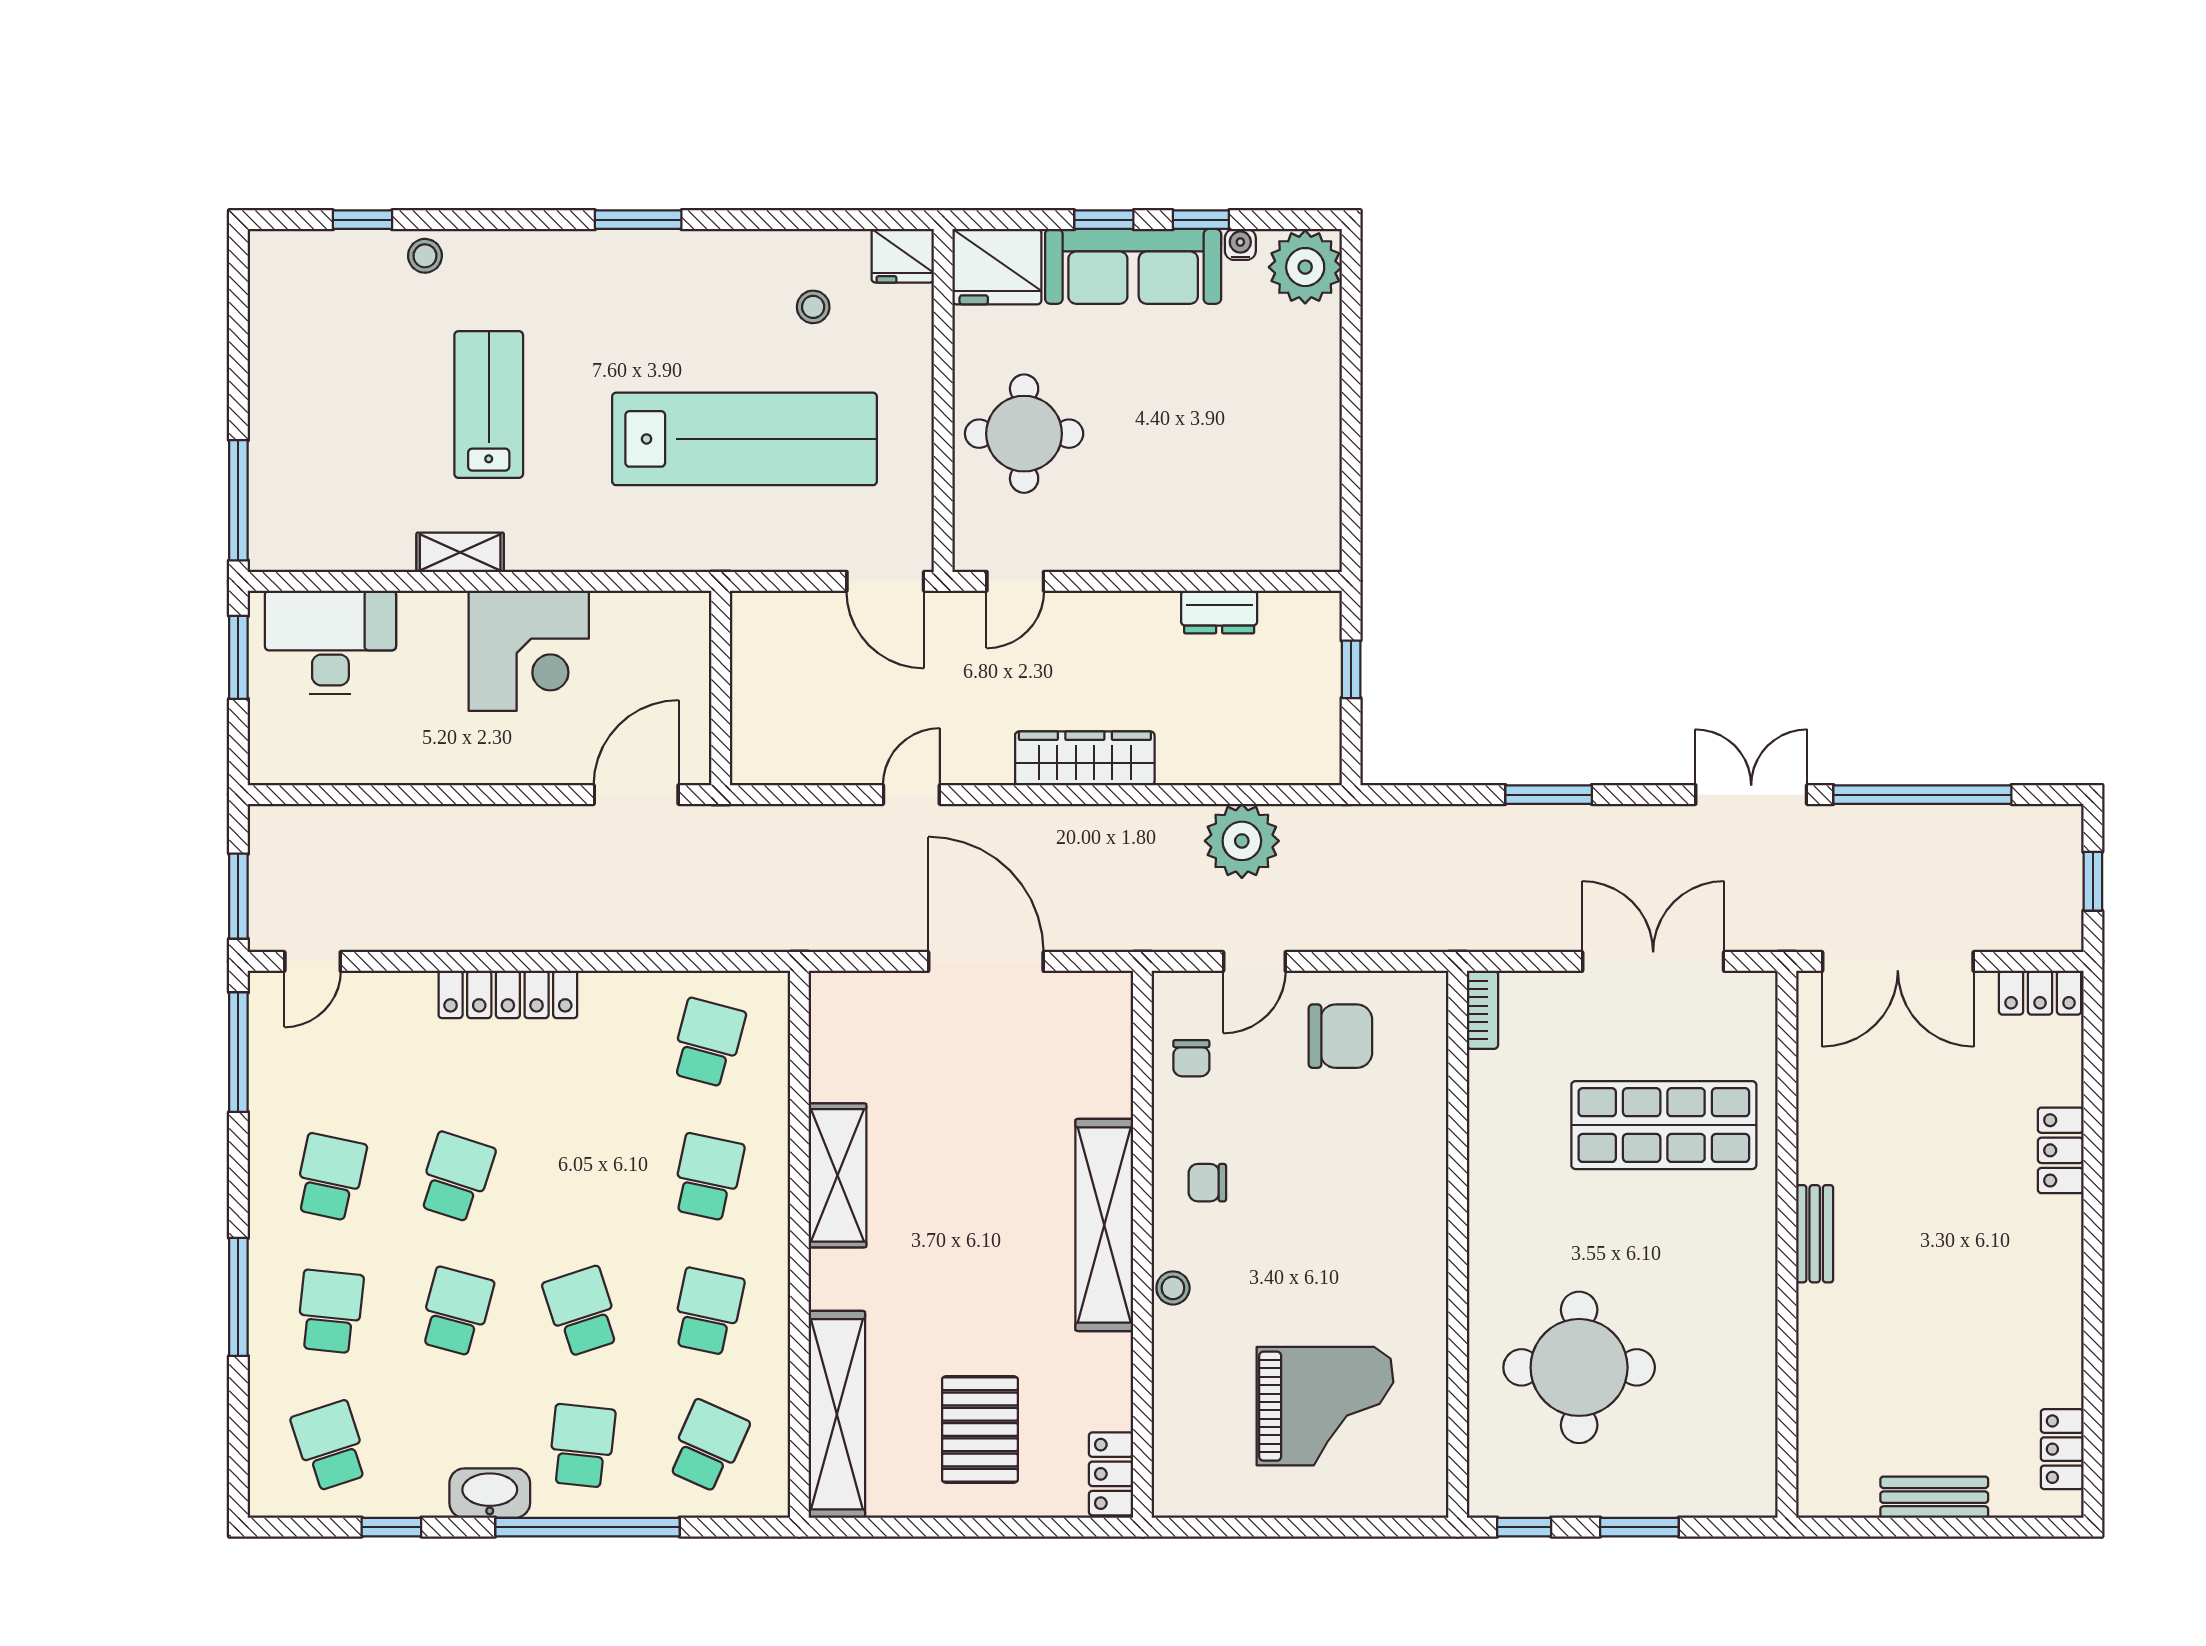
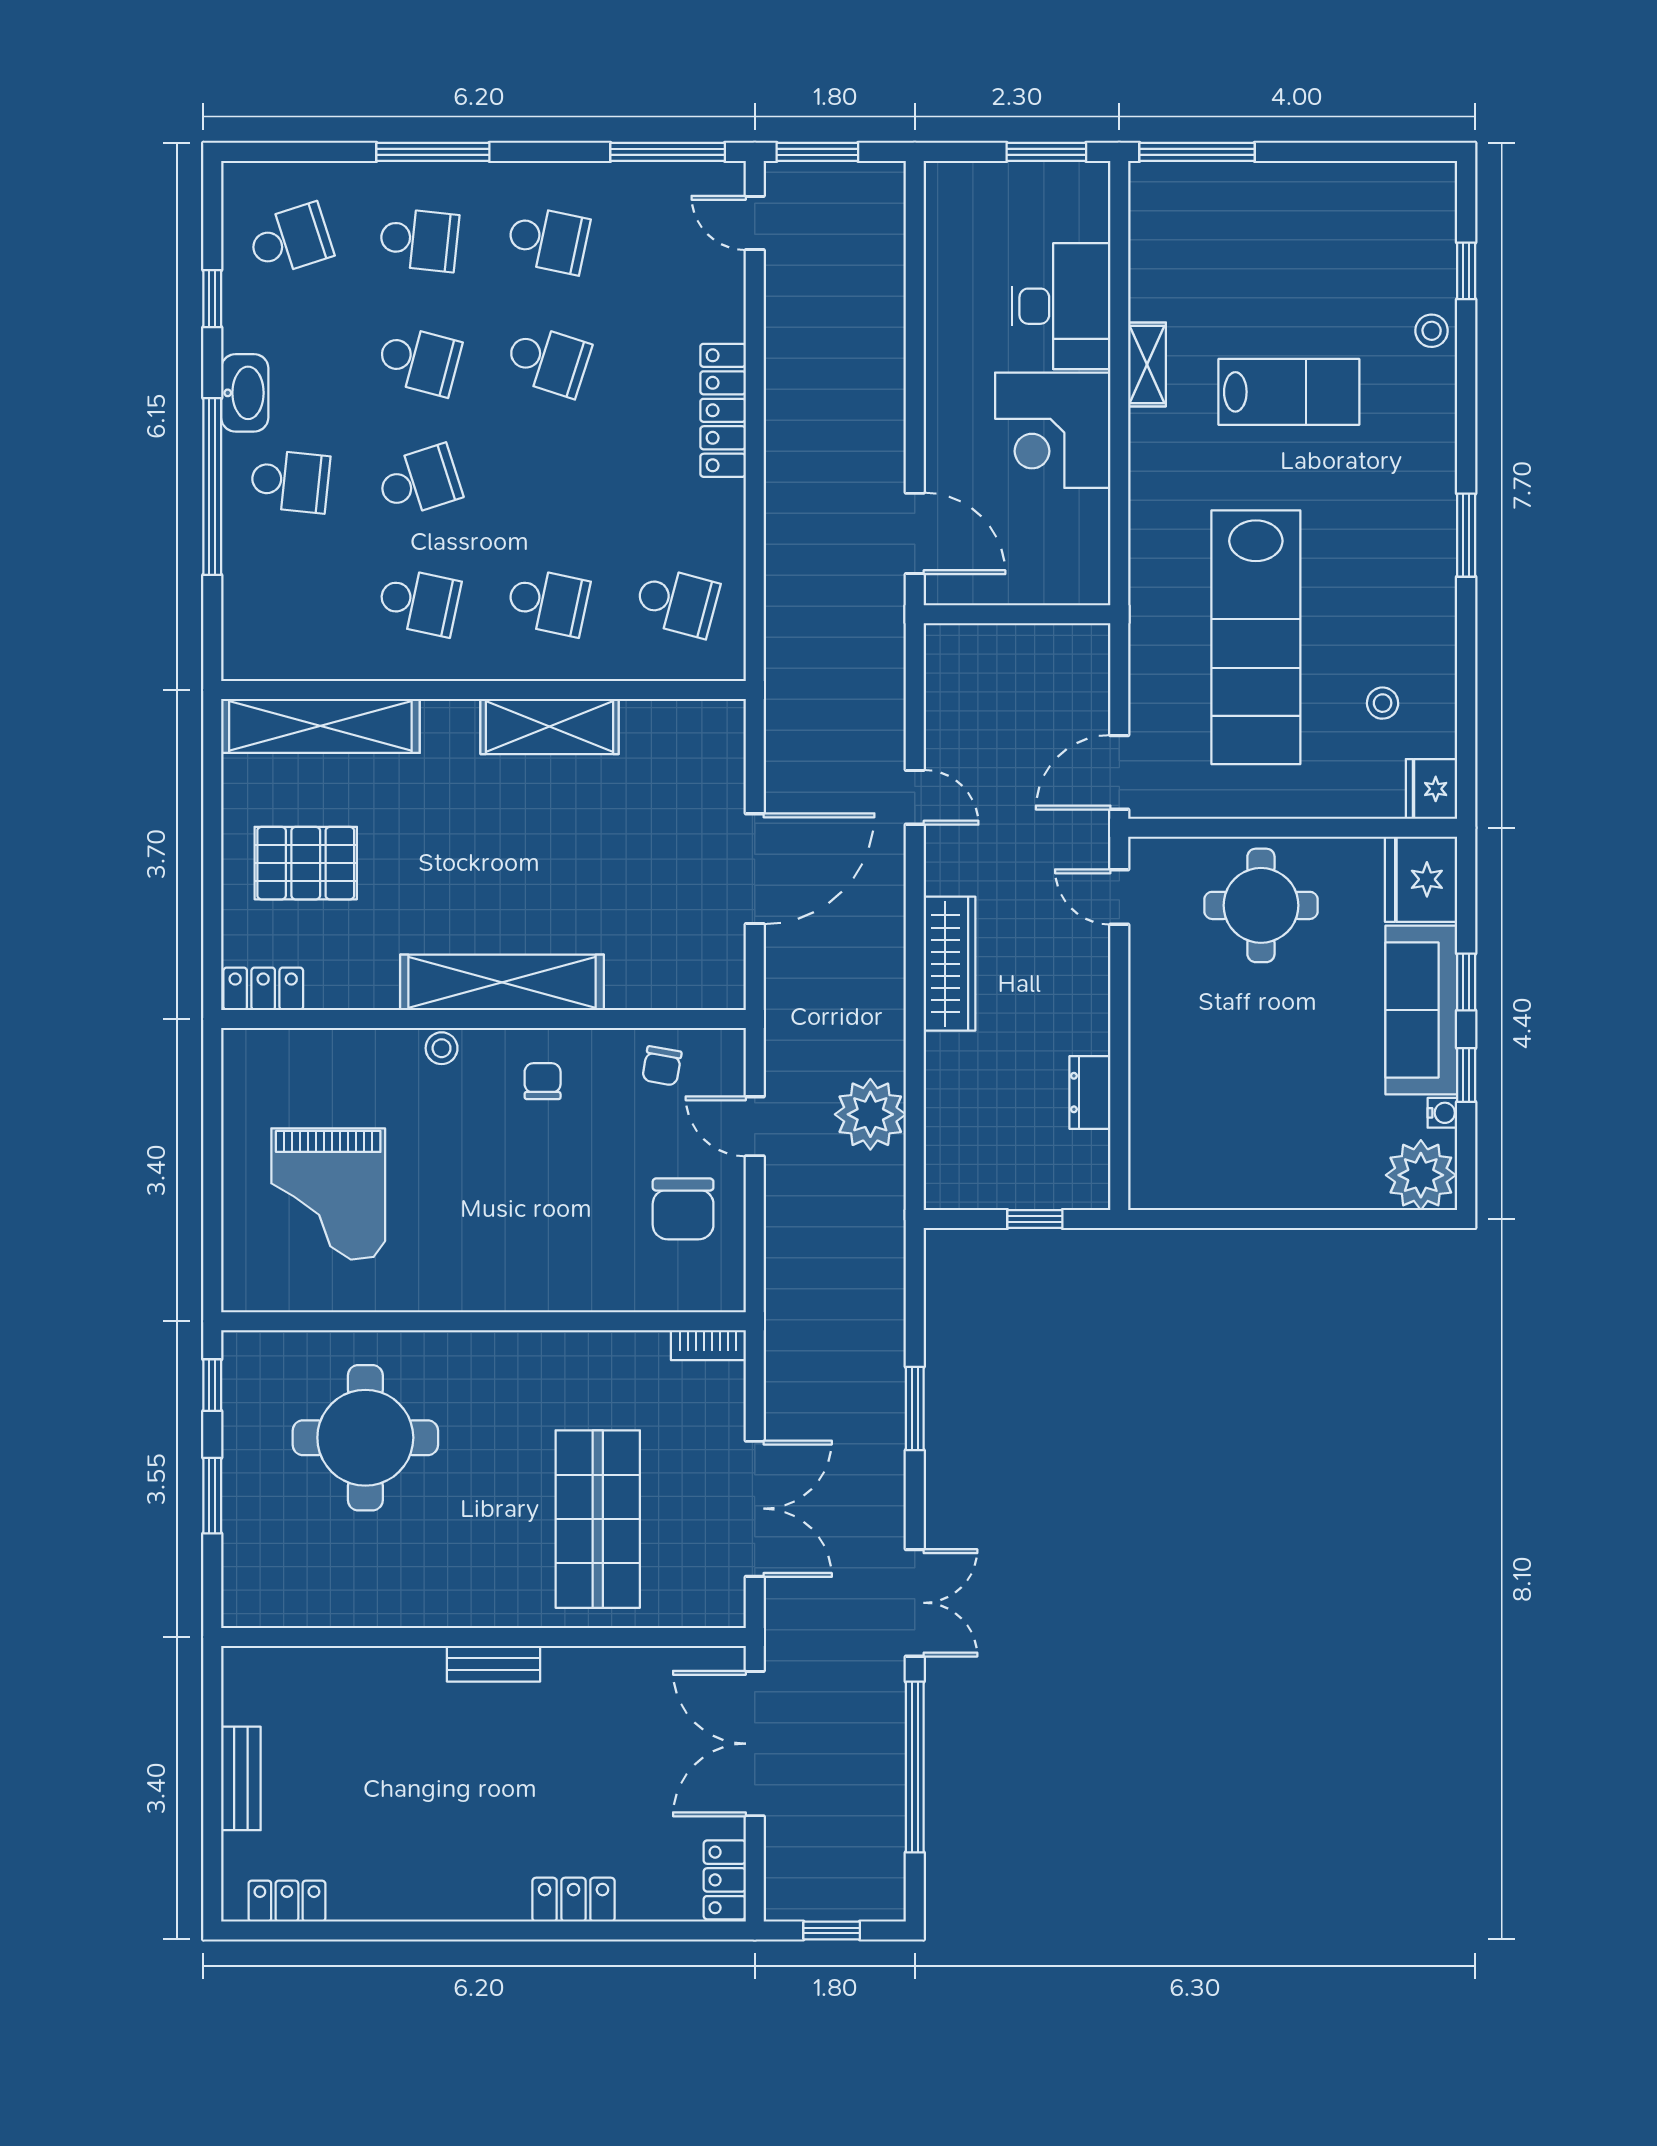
desk: (330, 642) -> (1061, 306), moved
chair: (1191, 1058) -> (662, 1066), turned -80
school desk: (708, 1446) -> (290, 602), removed

